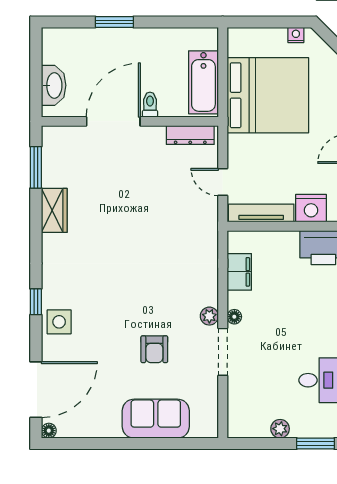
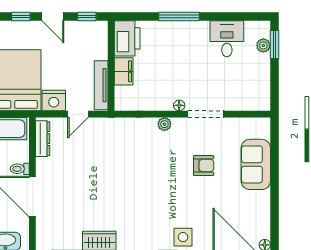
nightstand: (311, 208) -> (54, 101), moved, turned 90
filing cabinet: (239, 272) -> (124, 71), moved, turned 90
plant: (209, 316) -> (164, 124), moved
plant: (280, 429) -> (263, 45), moved

